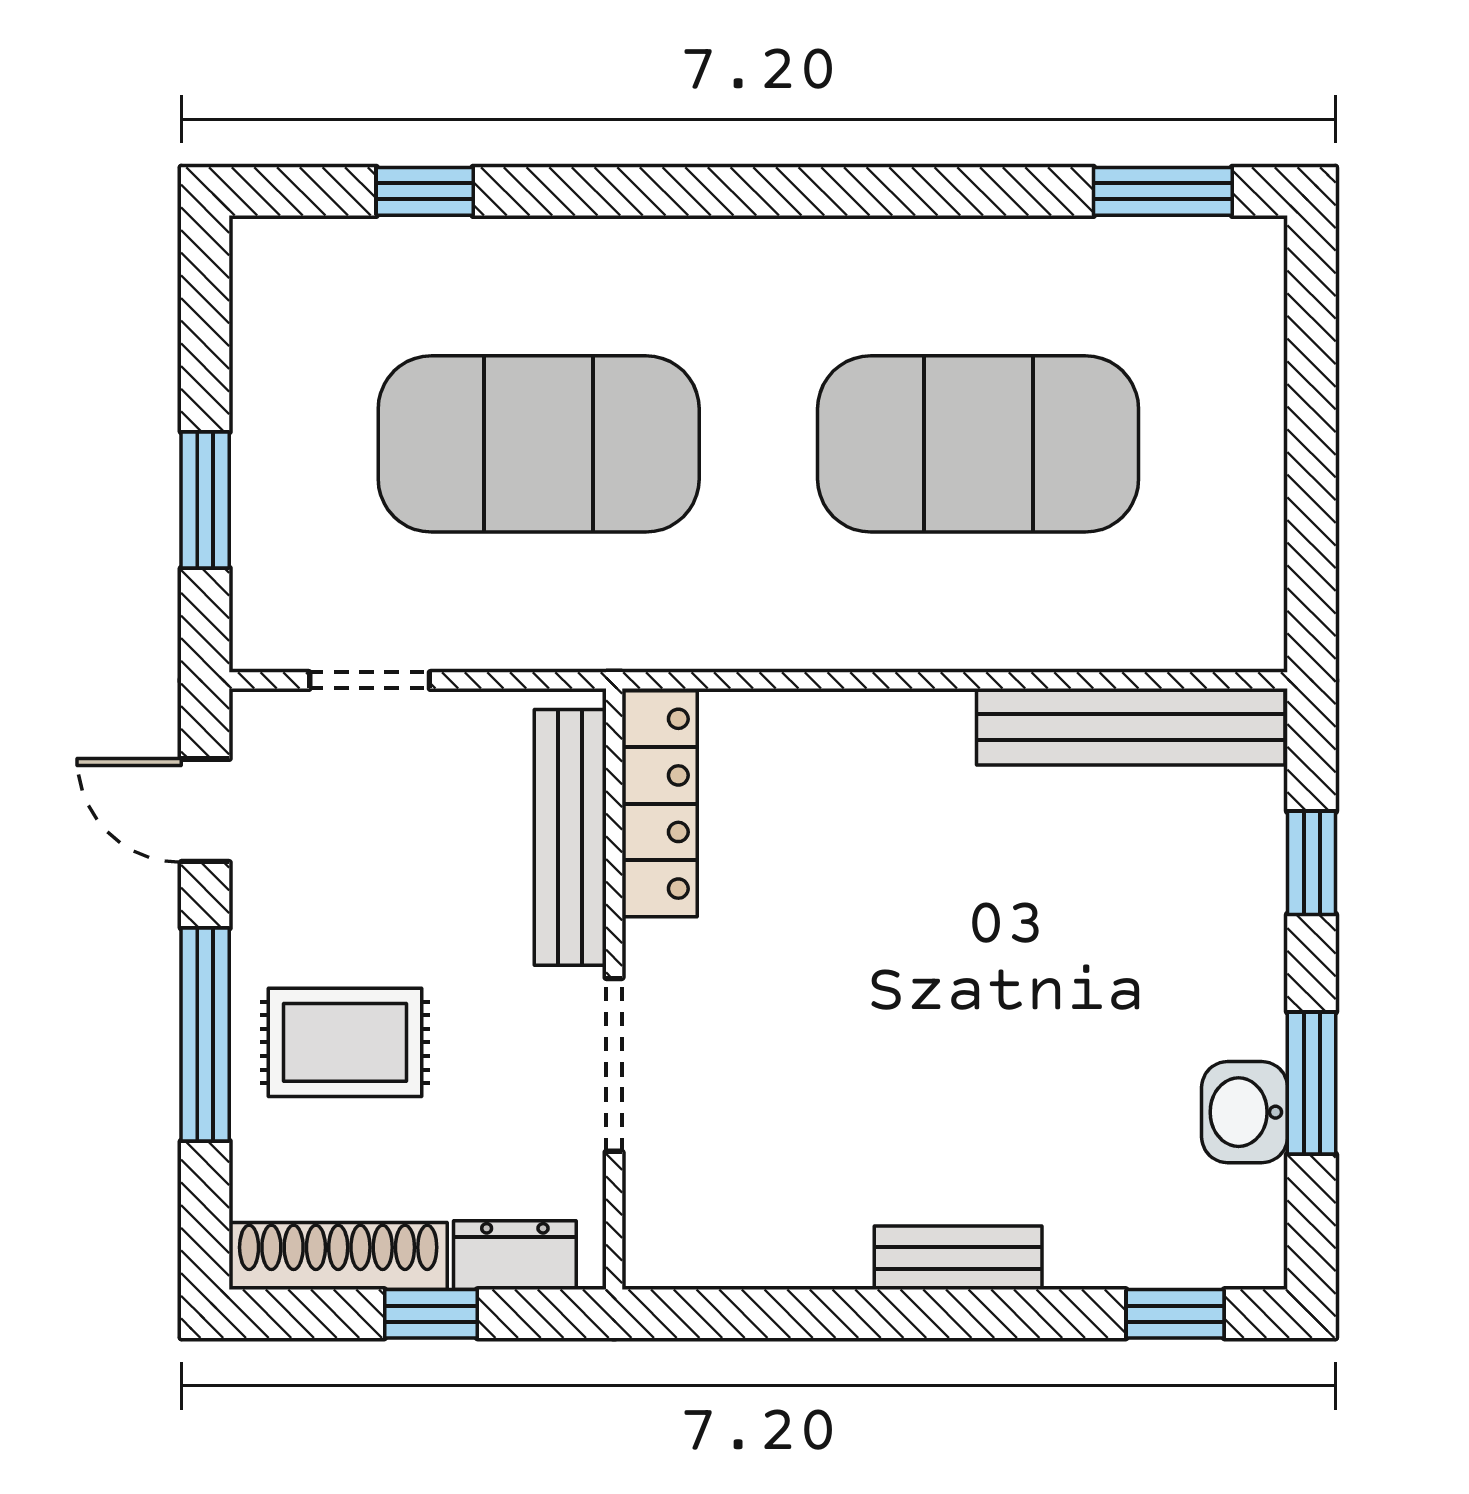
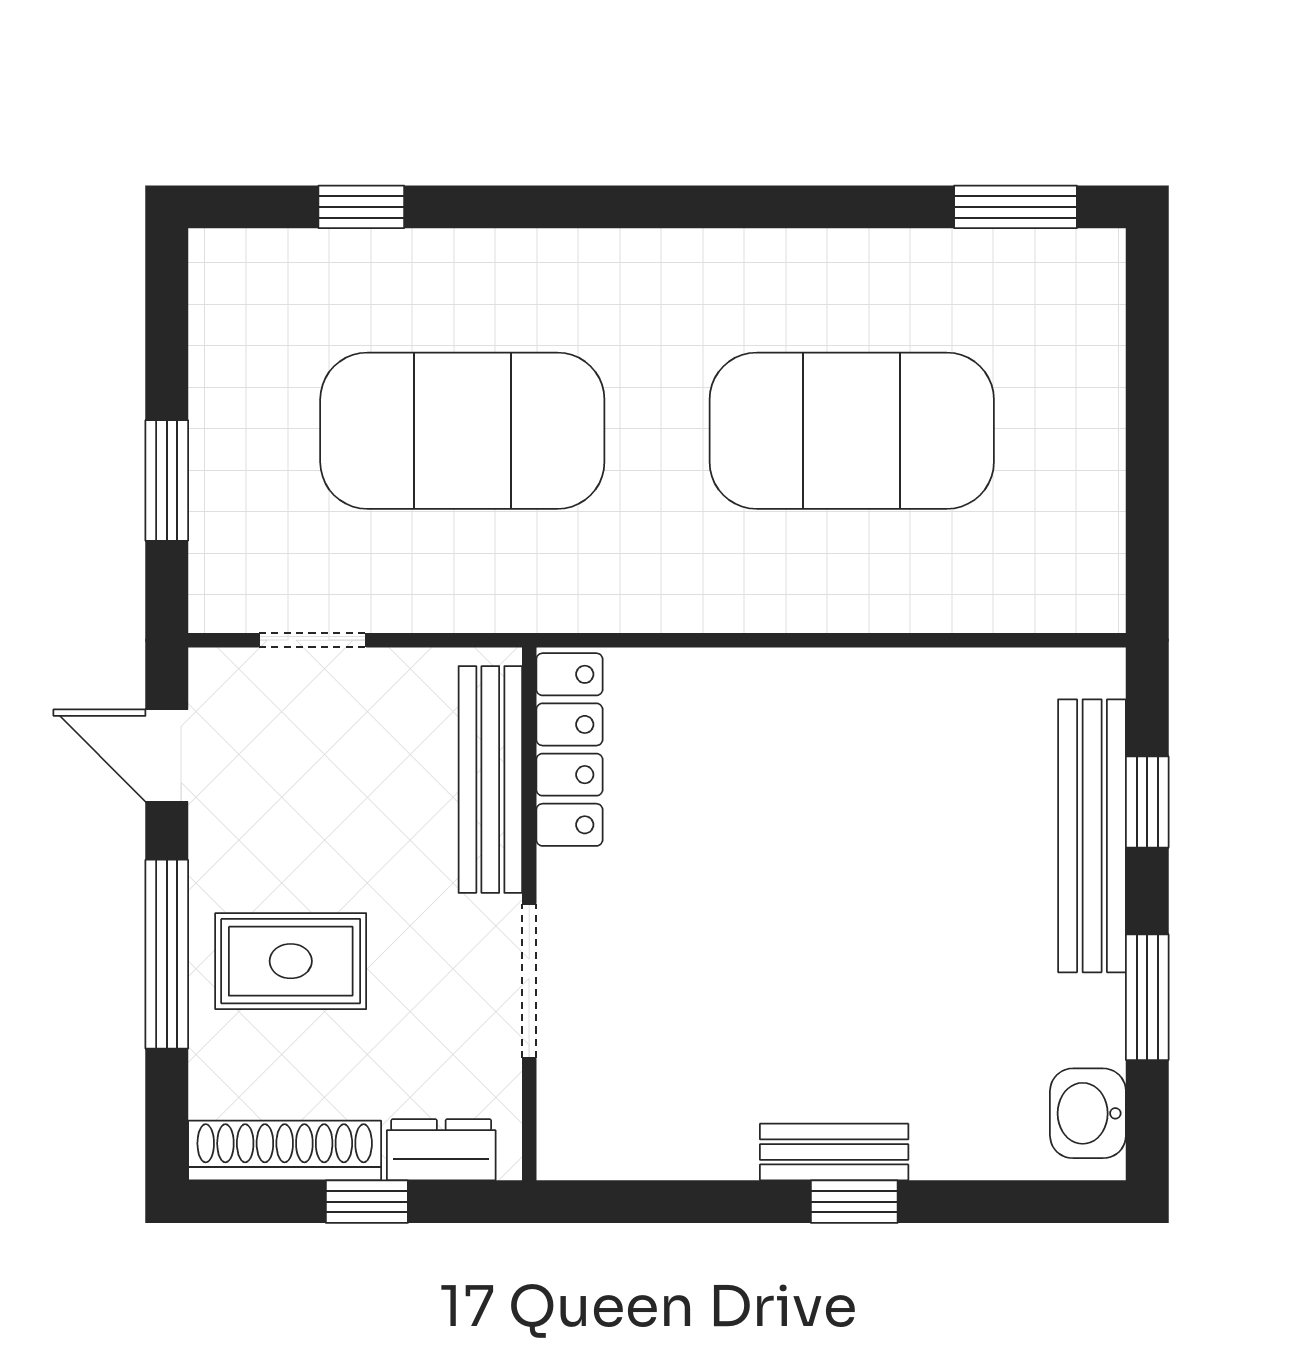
bench: (1131, 727) -> (1092, 836), moved, turned 90
washbasin: (1245, 1112) -> (1088, 1113), moved
window: (1175, 1314) -> (854, 1202), moved

